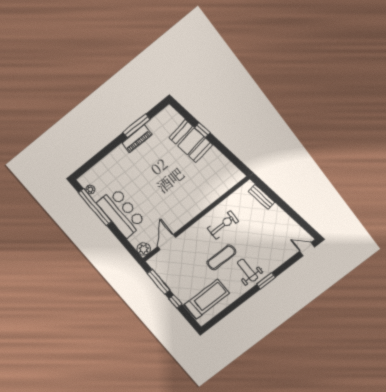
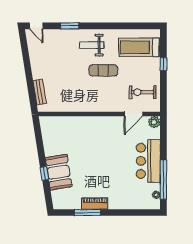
exercise bike: (223, 225) -> (142, 92), moved
weight bench: (248, 270) -> (92, 45), turned 90
window: (266, 281) -> (70, 26), moved
window: (159, 282) -> (163, 89), removed

